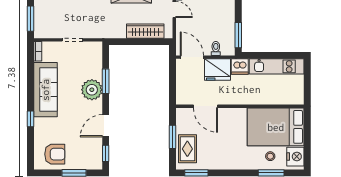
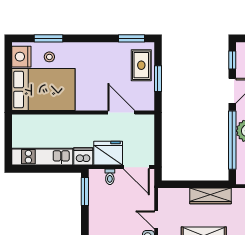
wardrobe: (145, 31) -> (211, 196), moved
window: (106, 81) -> (232, 140), width x2.11

